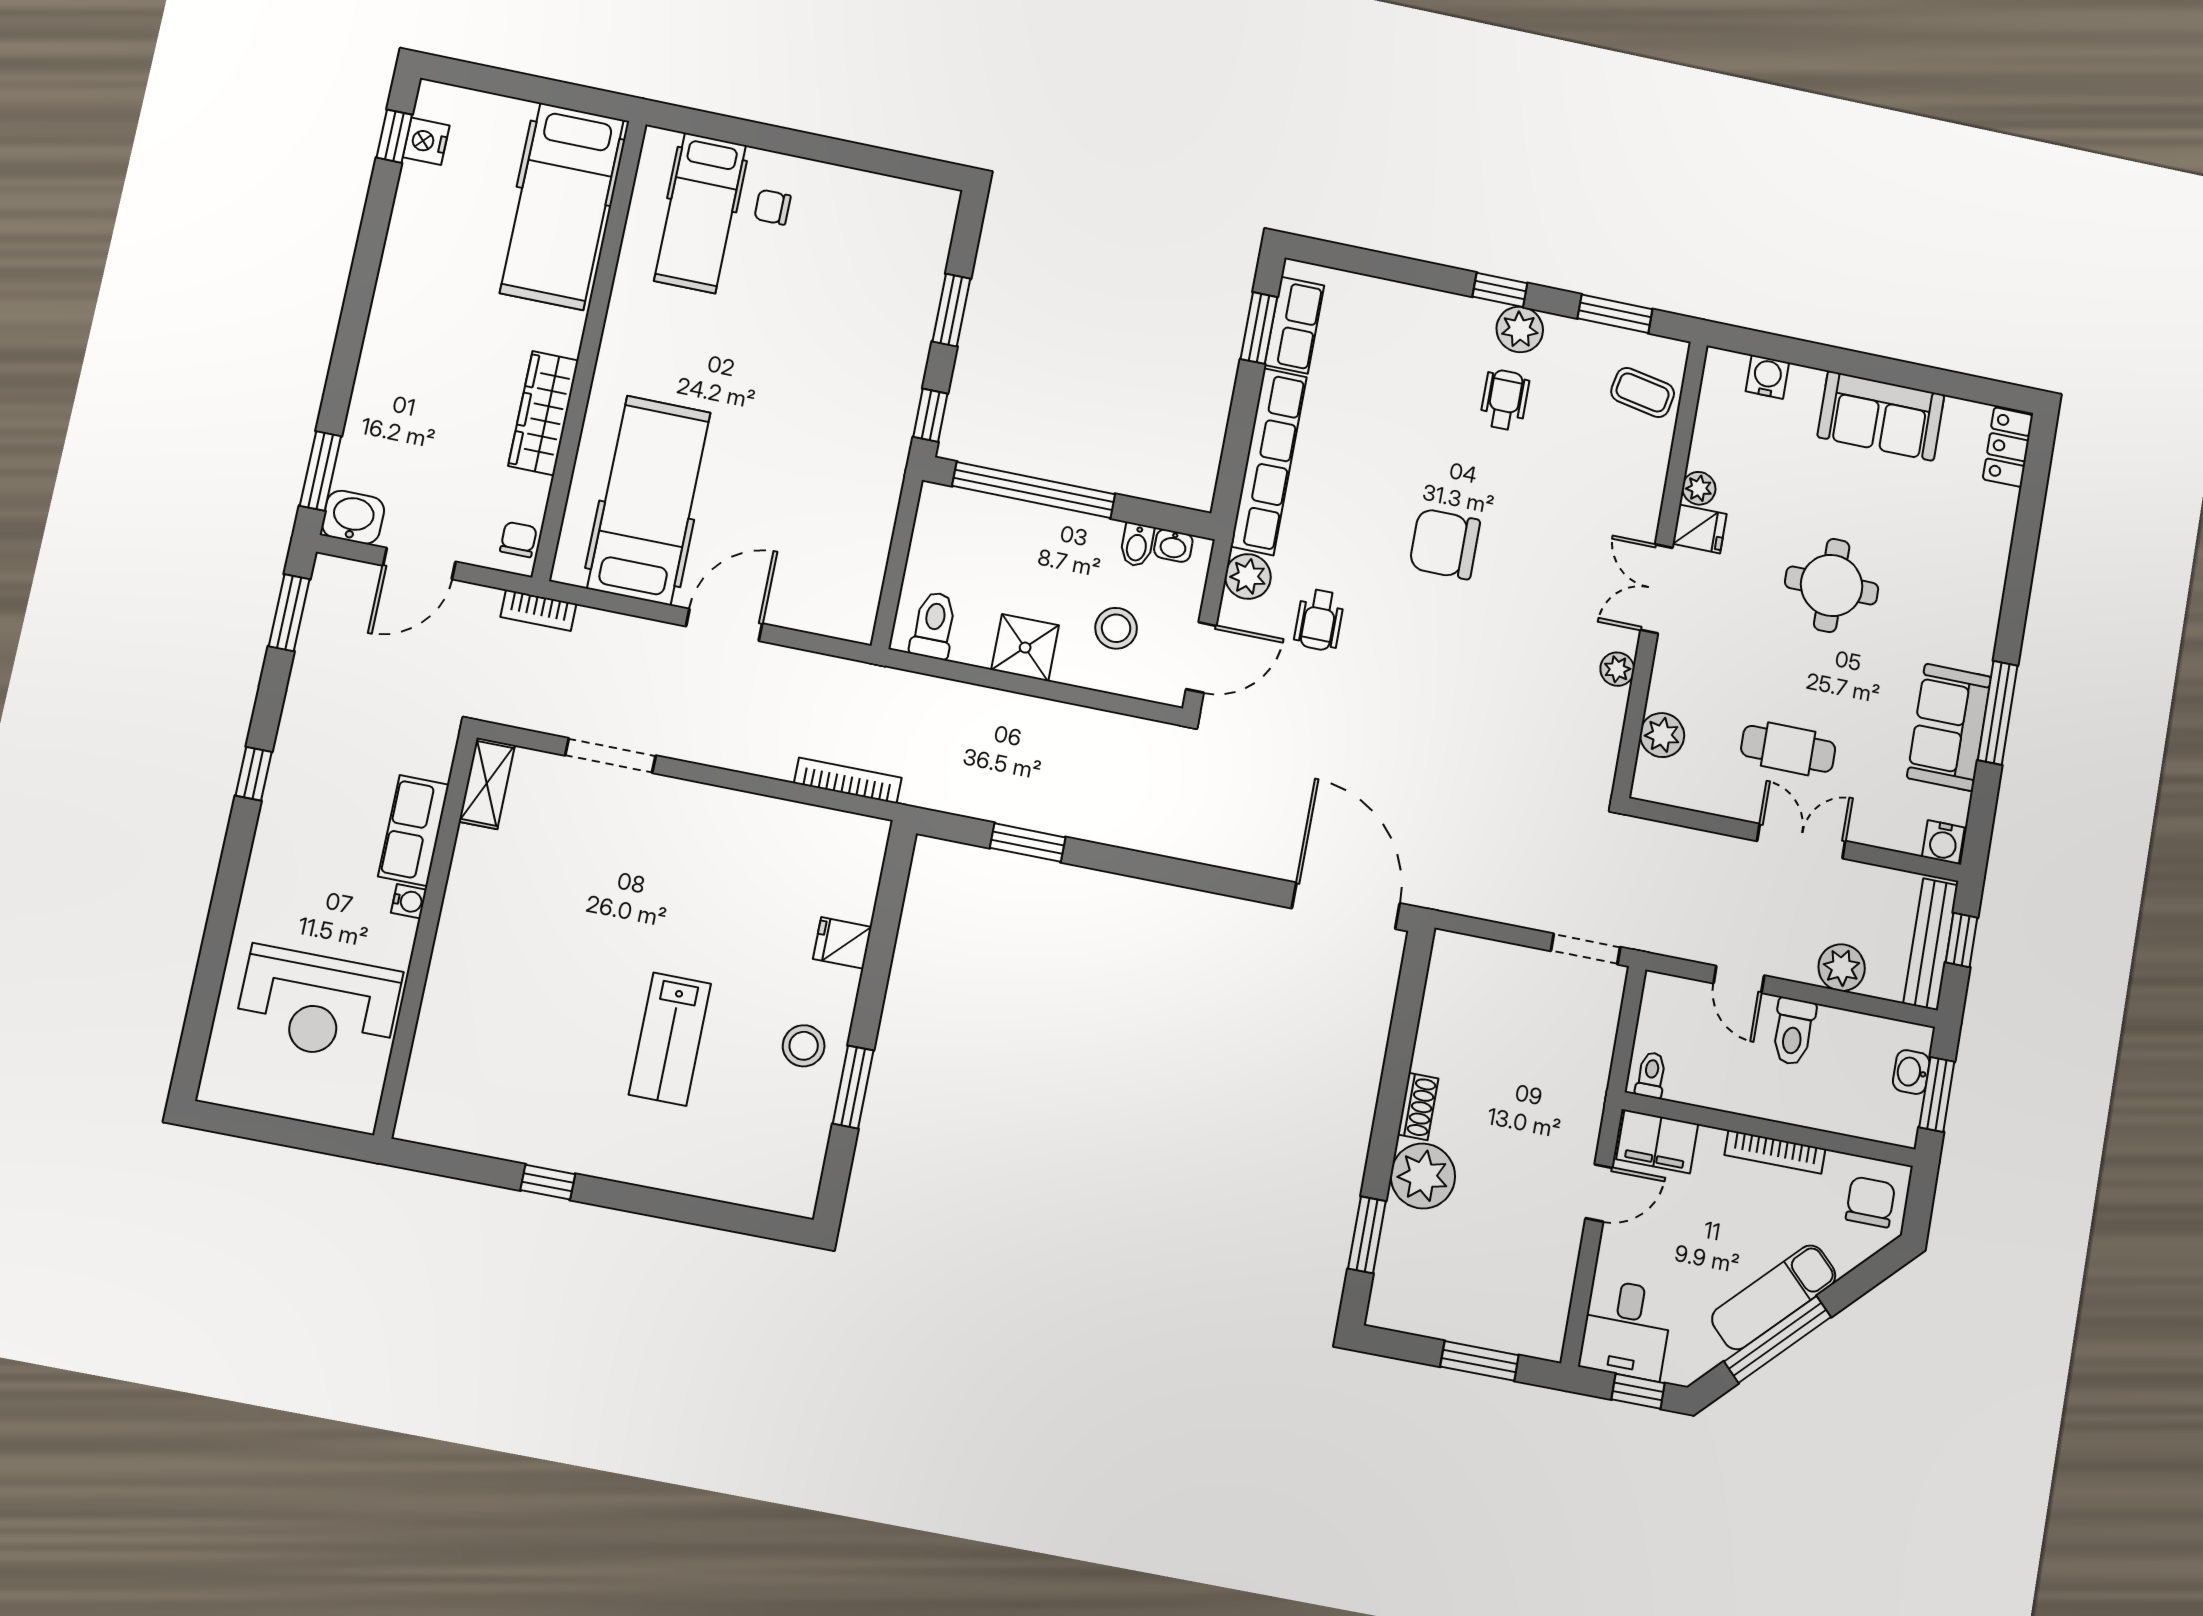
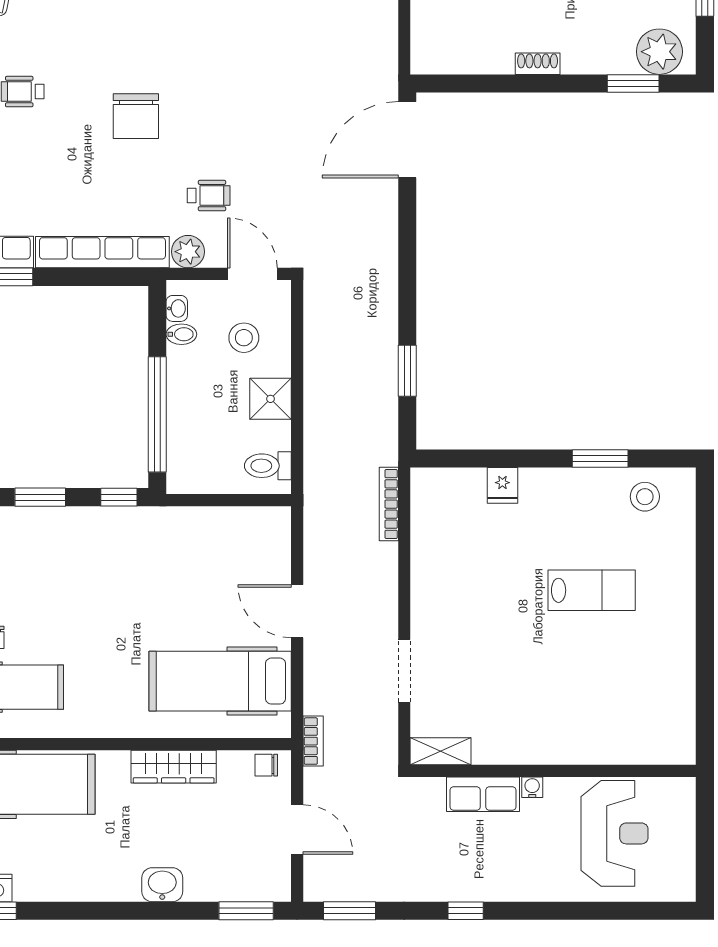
washbasin: (353, 517) -> (162, 885), moved, turned 90
stool: (804, 1046) -> (645, 497), moved
plant: (1423, 1176) -> (659, 52), moved
window: (548, 1182) -> (705, 653), removed

